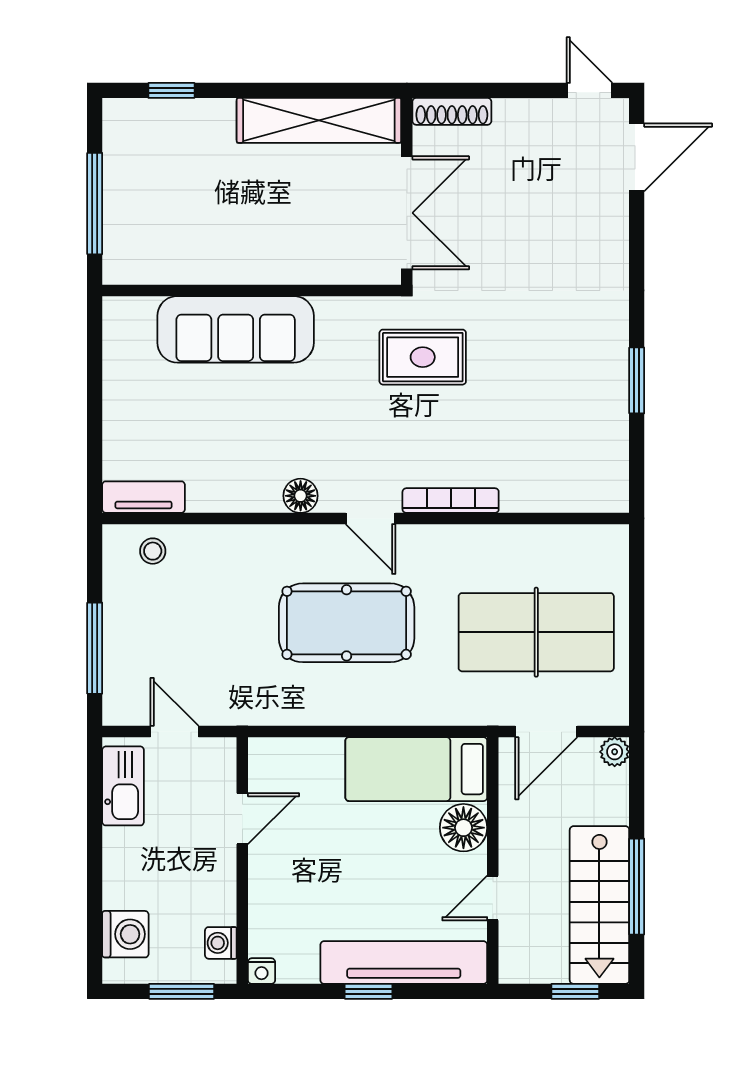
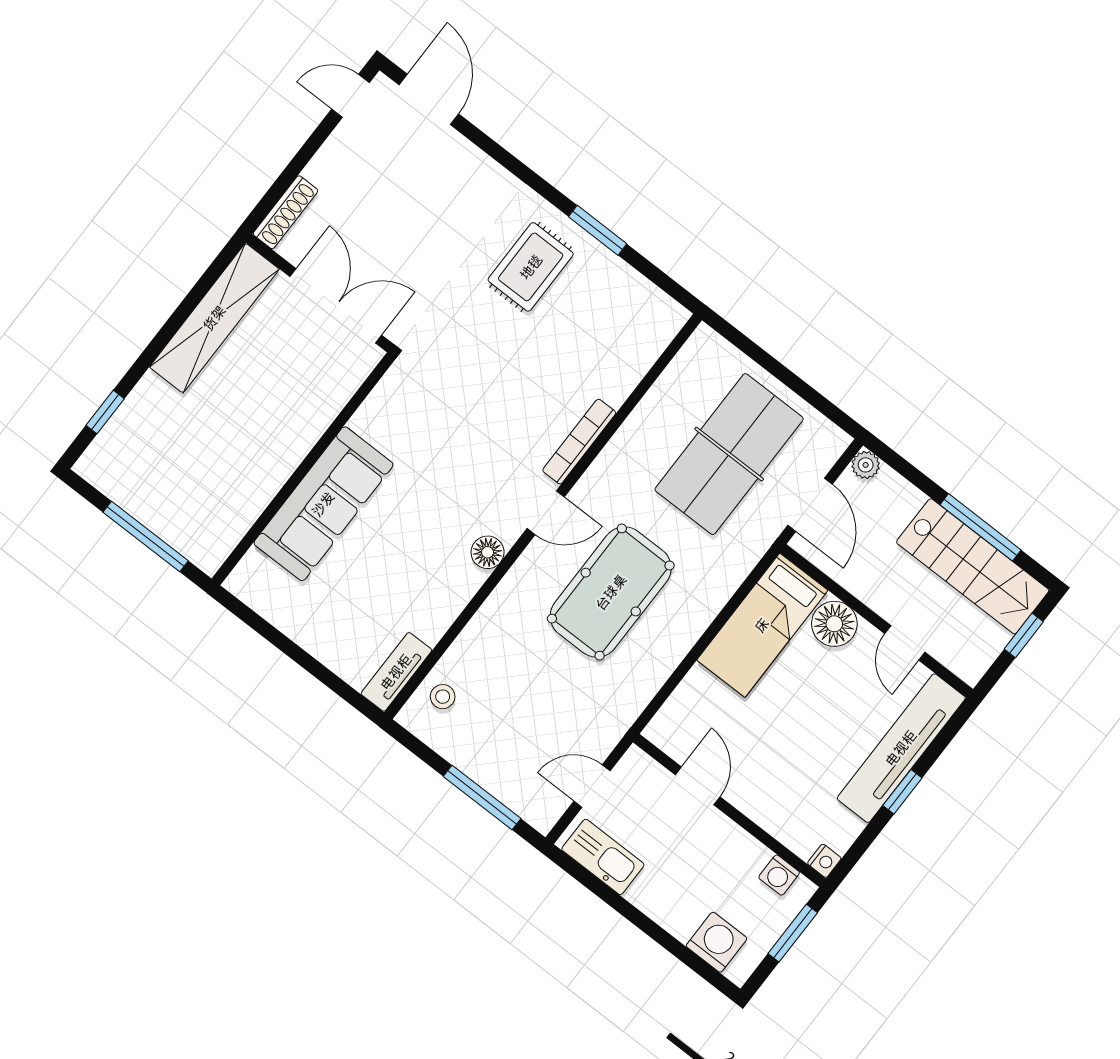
rug: (423, 357) -> (531, 267), moved

